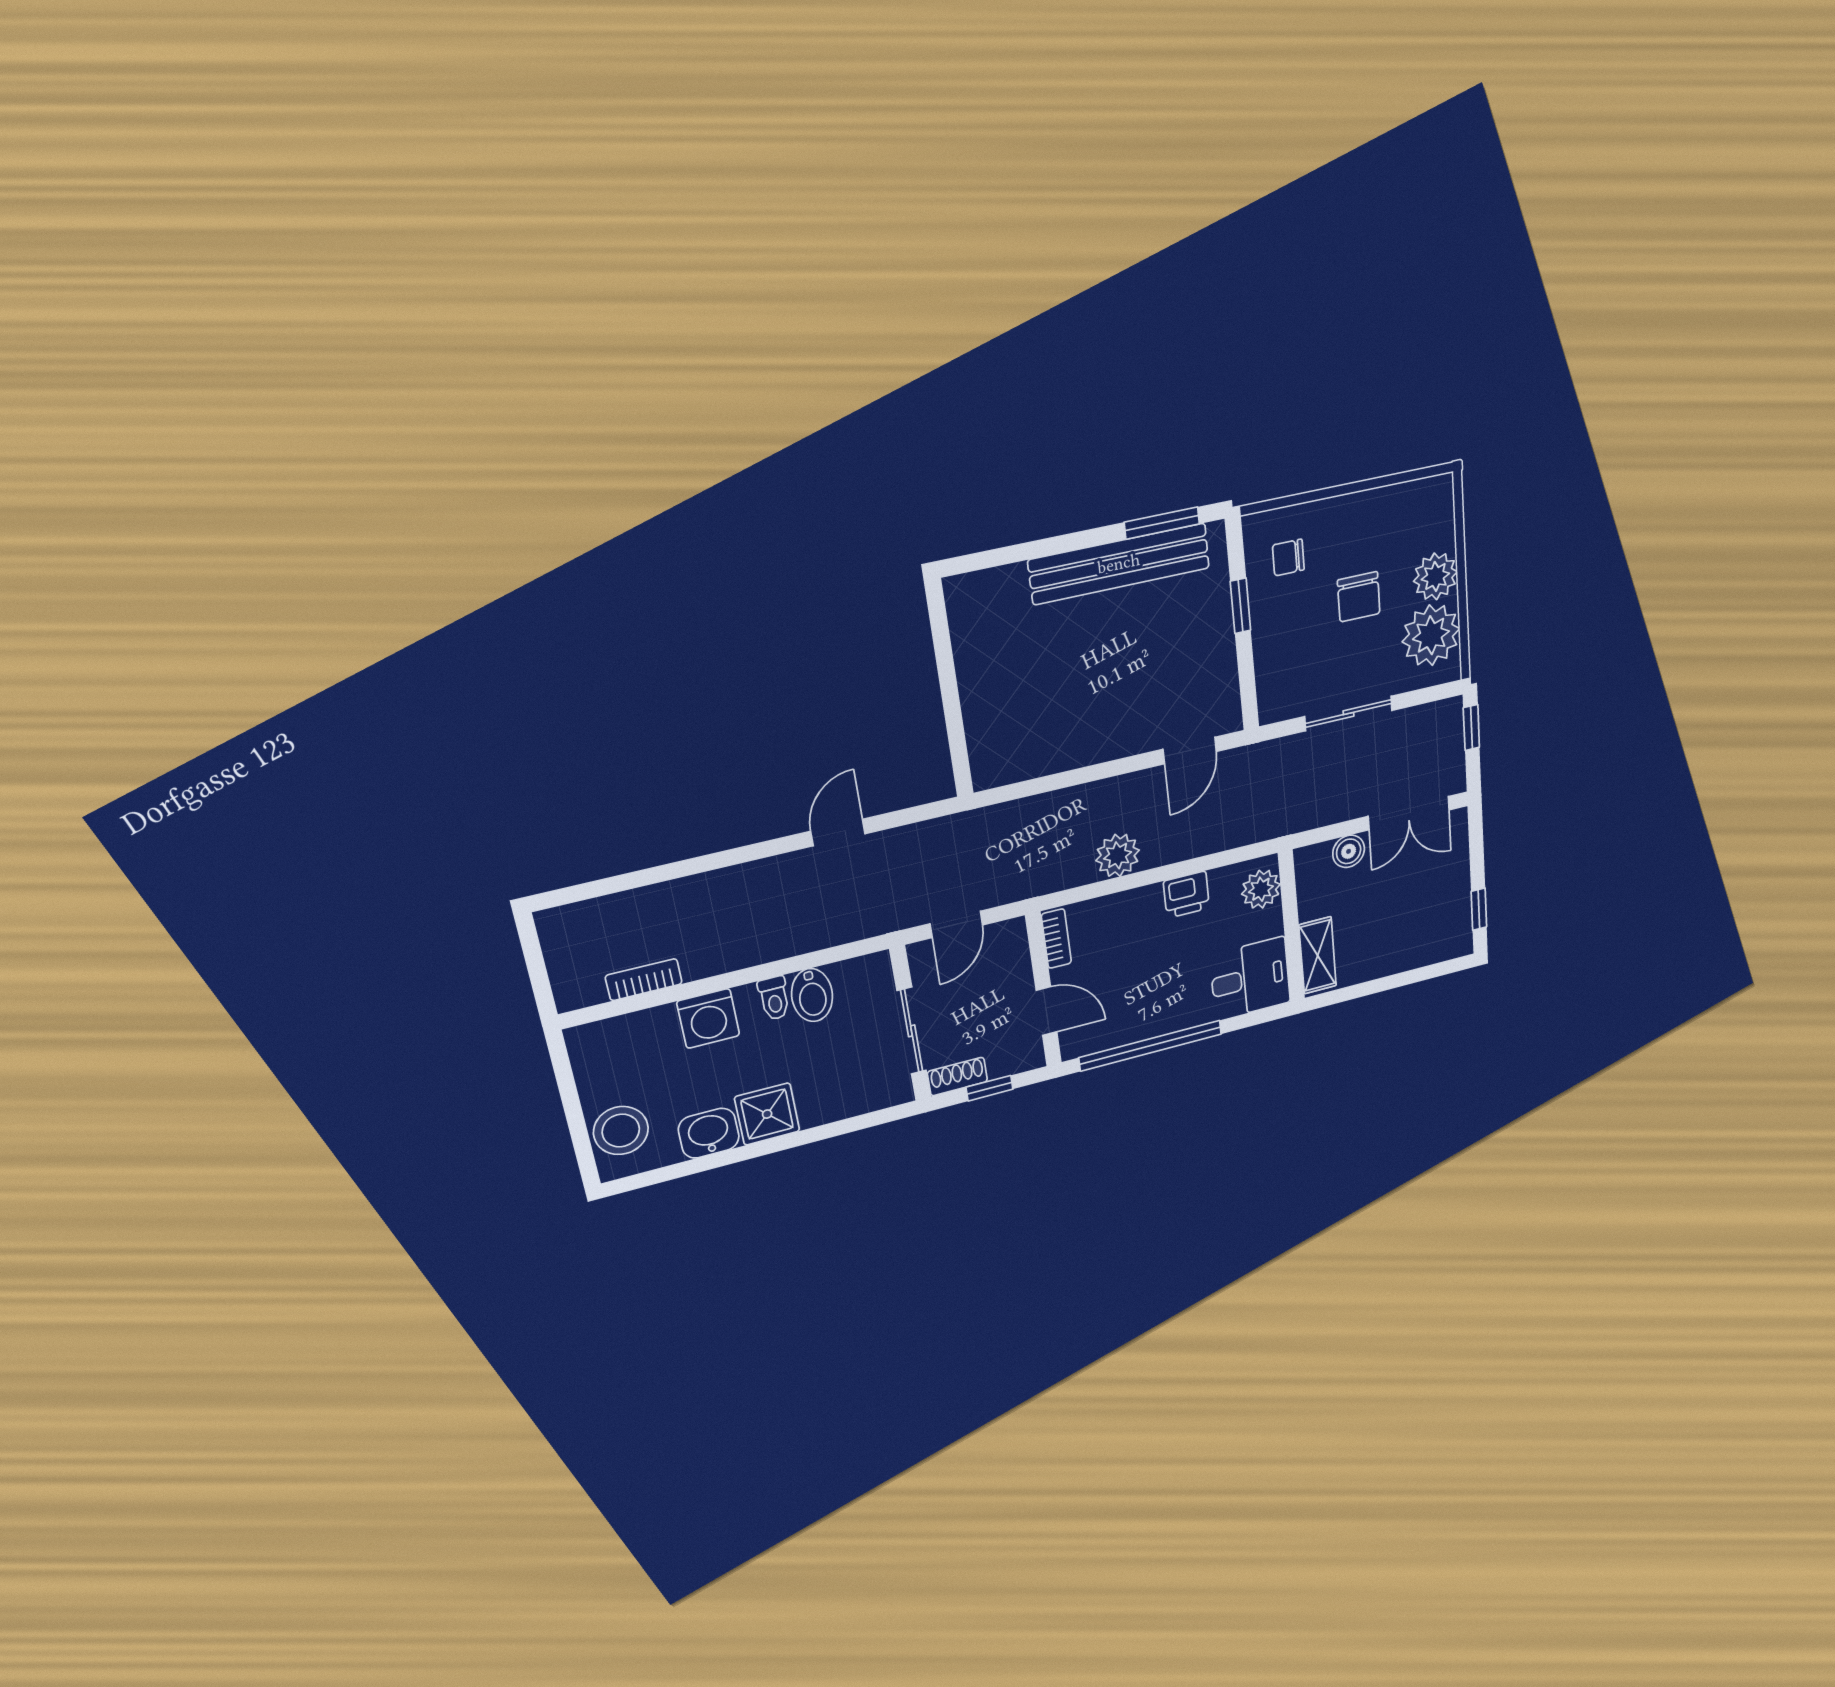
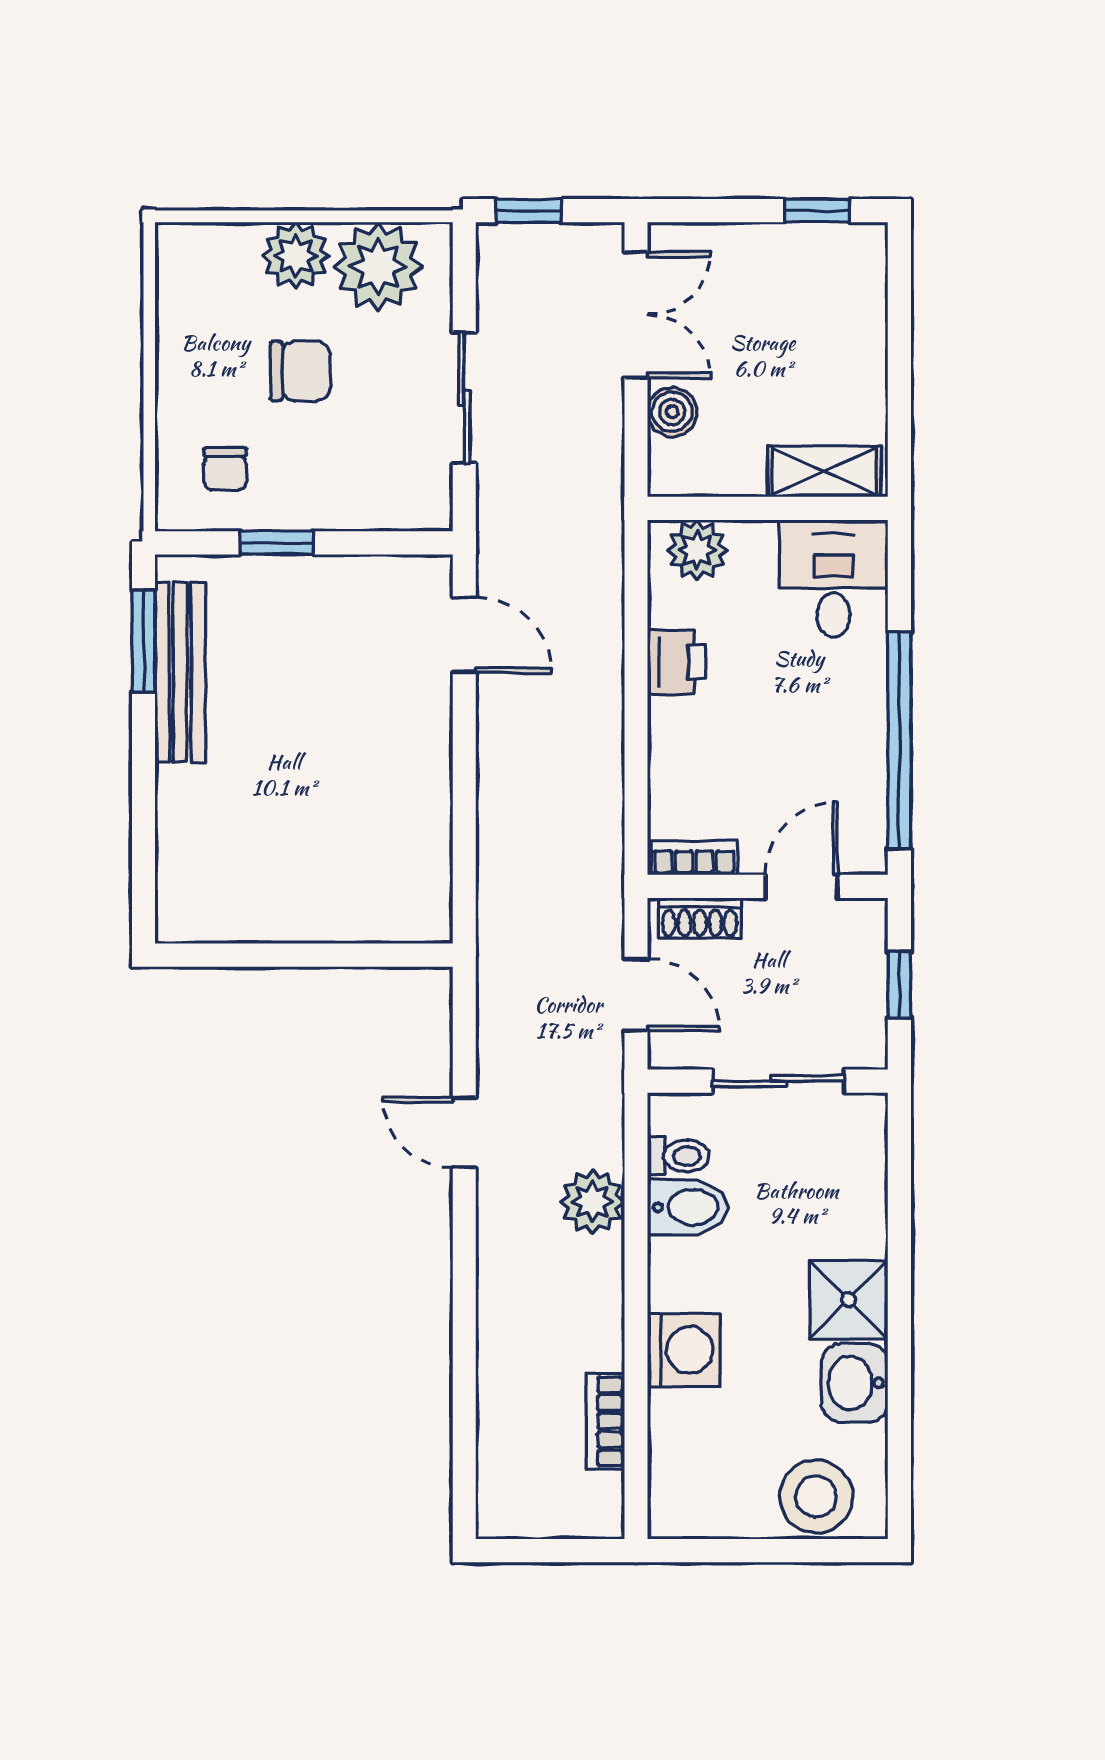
bench: (1119, 564) -> (180, 672), width x0.73, depth x0.82
plant: (1118, 855) -> (592, 1202), moved
toilet: (774, 998) -> (678, 1156), moved
shoe rack: (957, 1077) -> (700, 918), moved, turned -90

